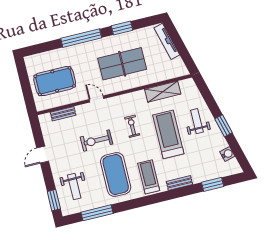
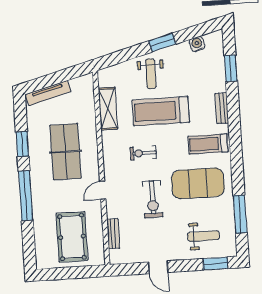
weight bench: (197, 121) -> (151, 74), turned -90

